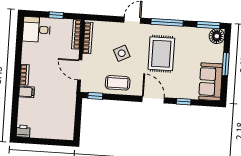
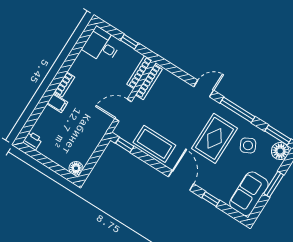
side table: (122, 53) -> (248, 145), moved
door: (80, 70) -> (123, 110), hinge flipped
coffee table: (118, 83) -> (154, 144), width x1.36, depth x1.32
floor lamp: (68, 134) -> (76, 168), added

